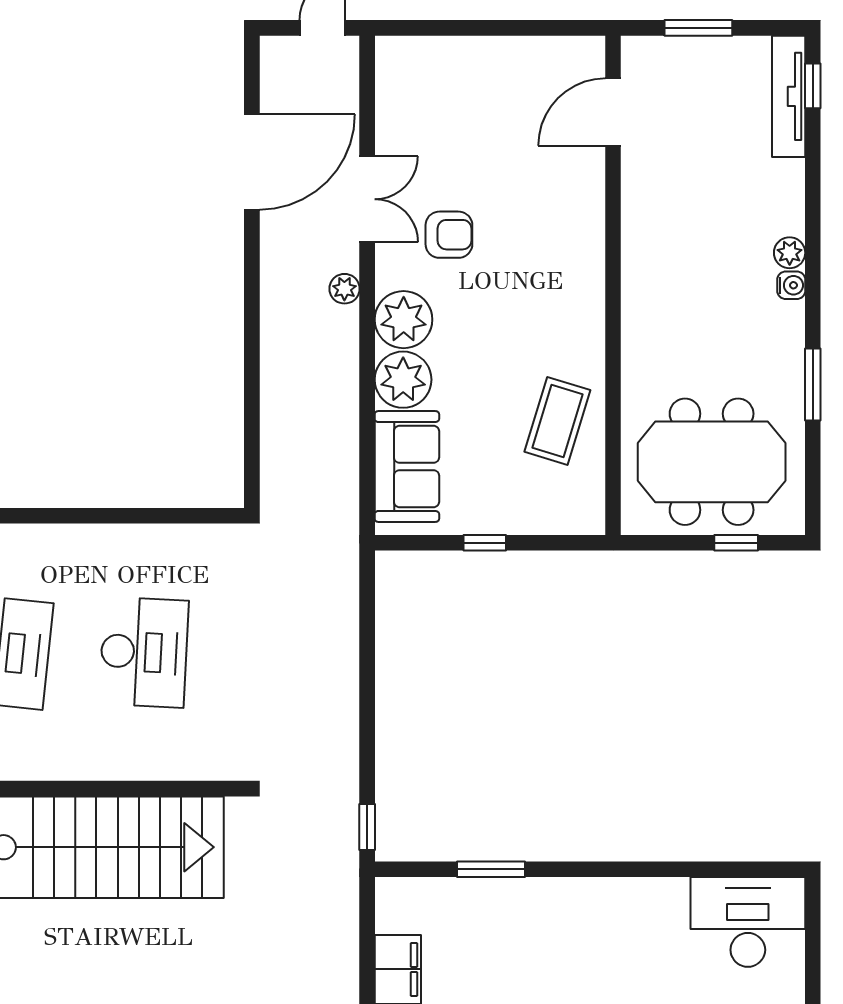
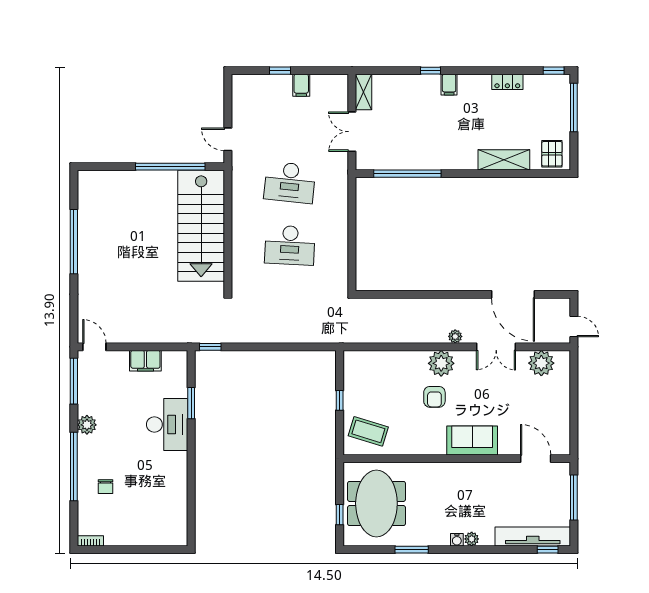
window: (698, 28) -> (574, 497), width x1.44
tv unit: (789, 96) -> (533, 536), width x1.36, depth x1.29
armchair: (449, 235) -> (434, 397), moved
plant: (403, 380) -> (541, 363), moved
coffee table: (557, 421) -> (368, 431), moved
sofa: (407, 466) -> (472, 441), moved, turned 180
desk: (748, 922) -> (167, 424), moved

